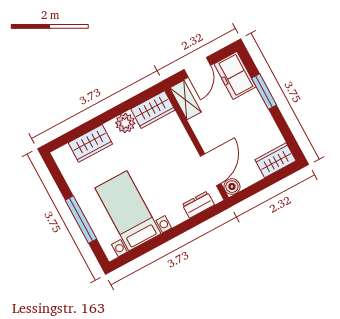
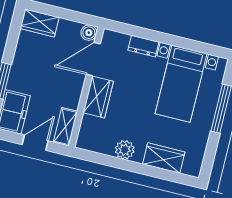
wardrobe: (153, 110) -> (98, 97), moved, turned 90
dresser: (198, 205) -> (143, 46), moved

